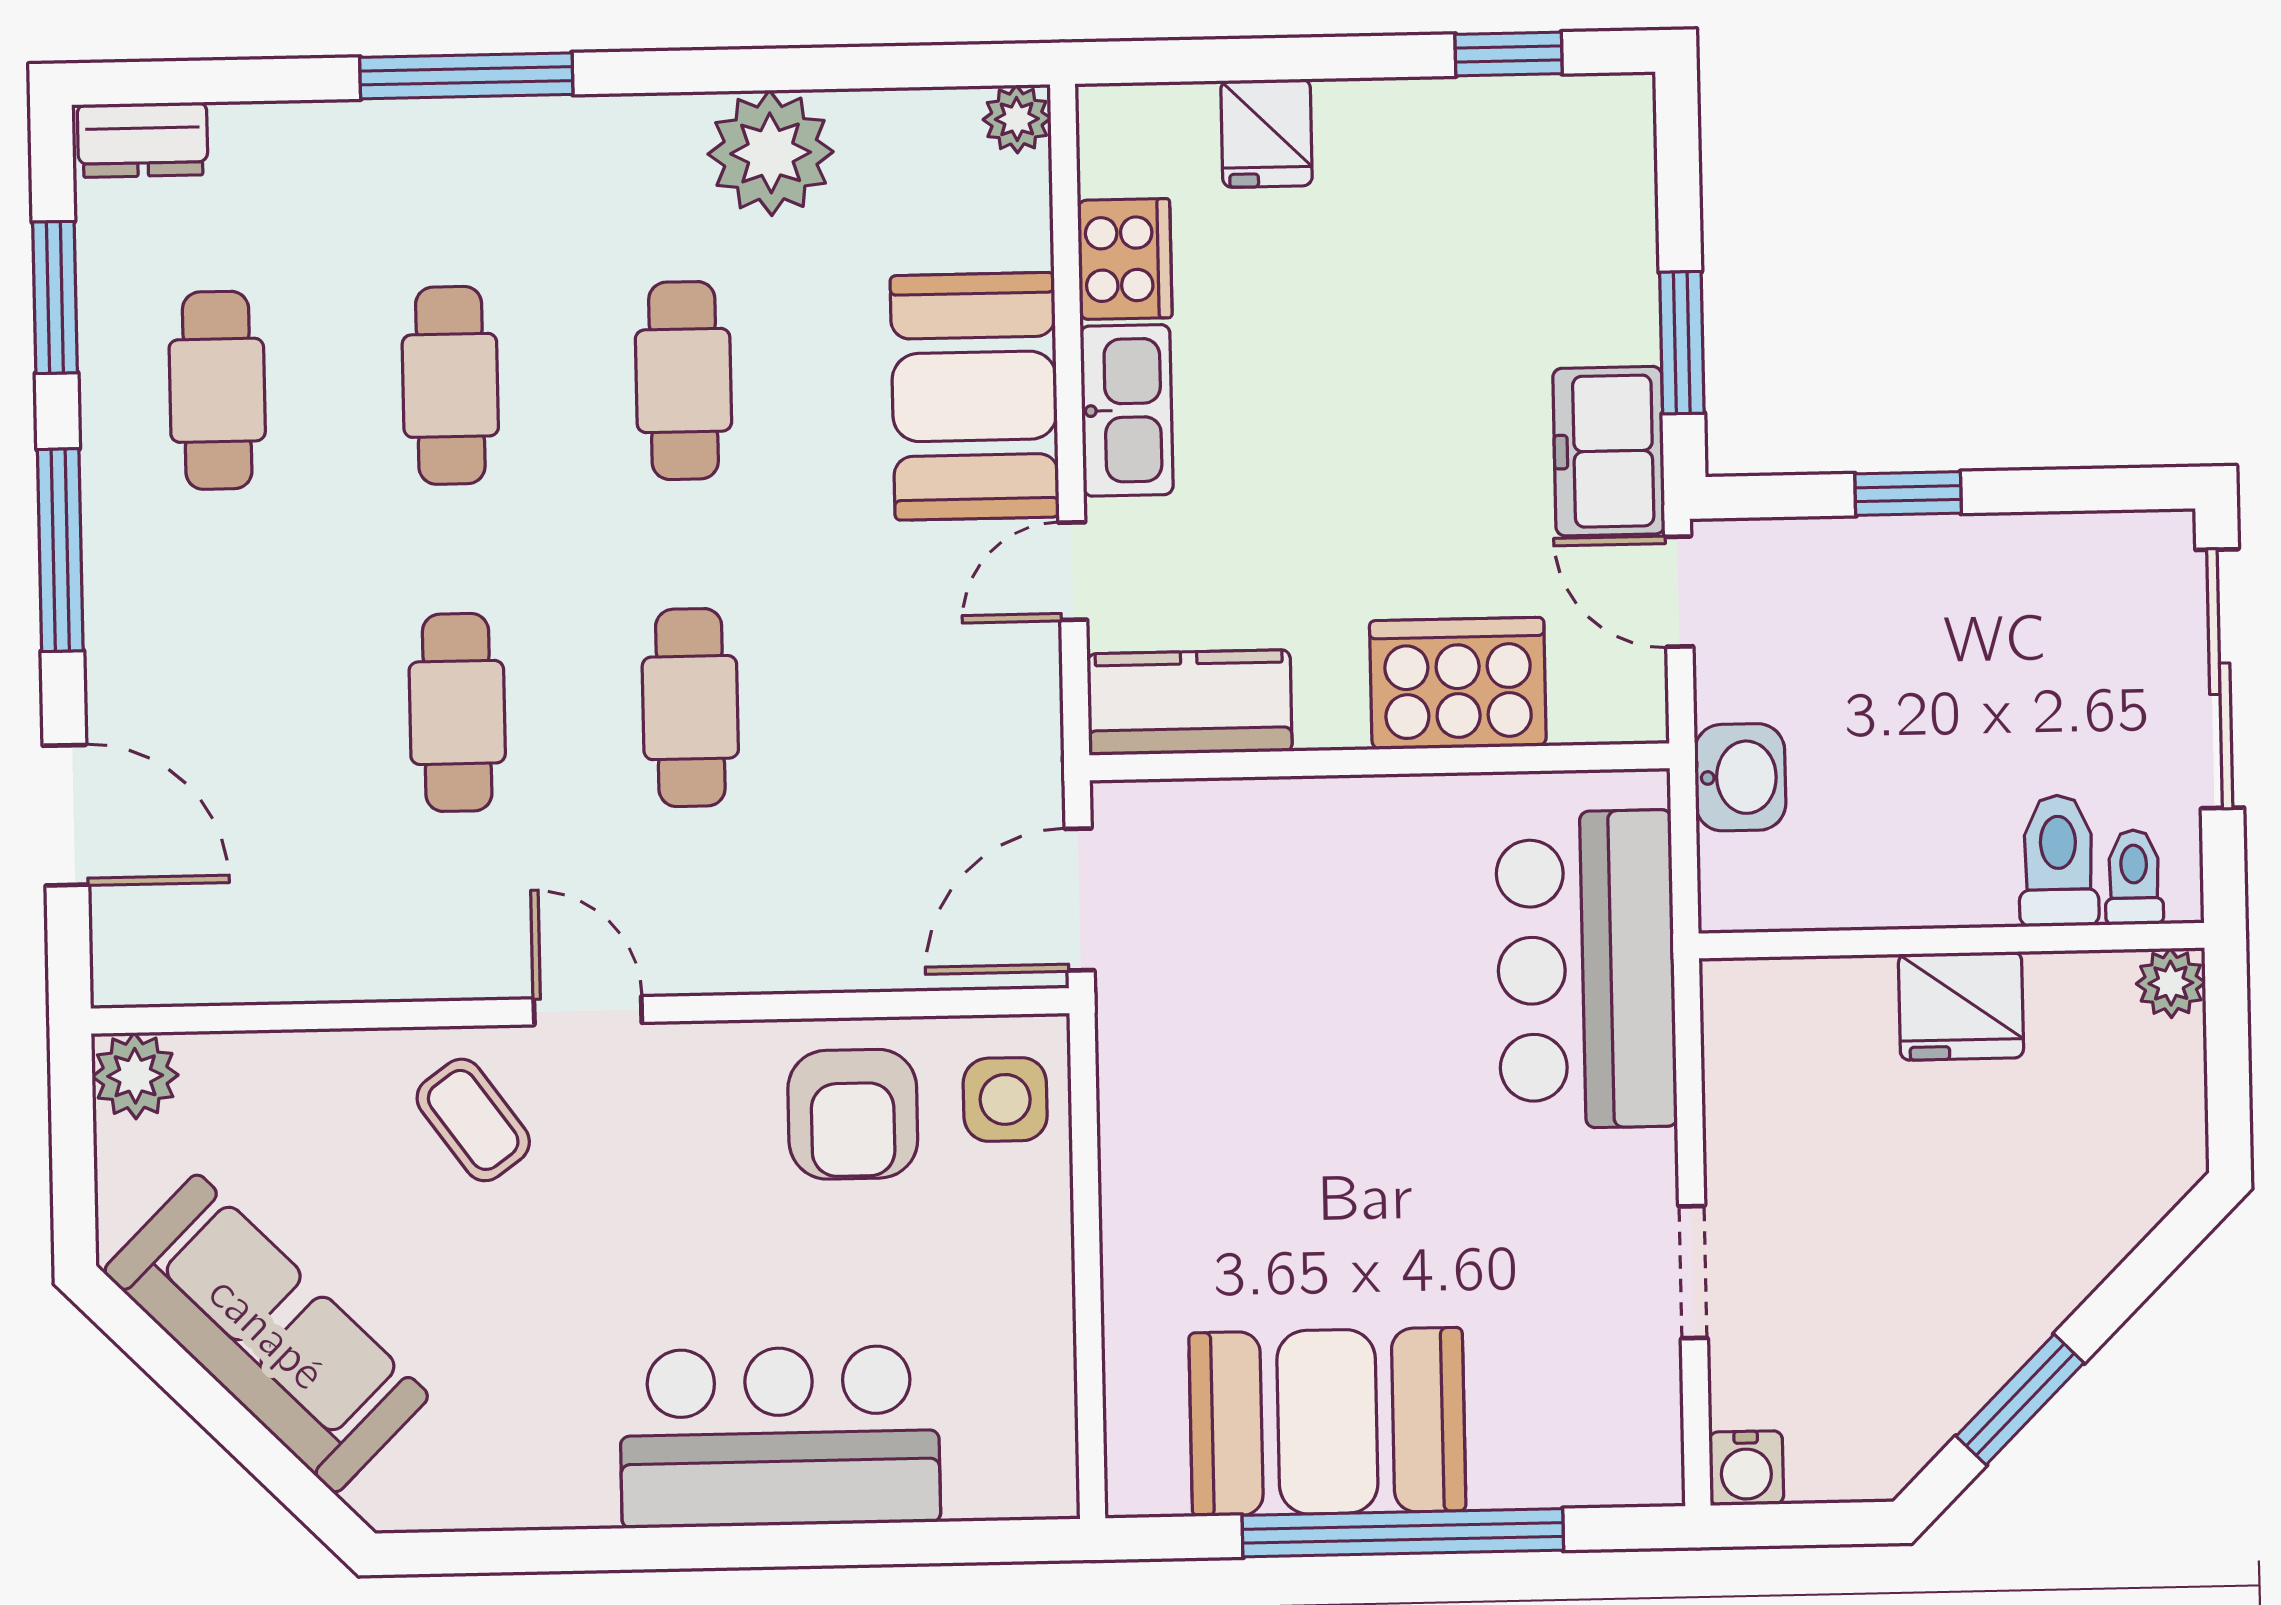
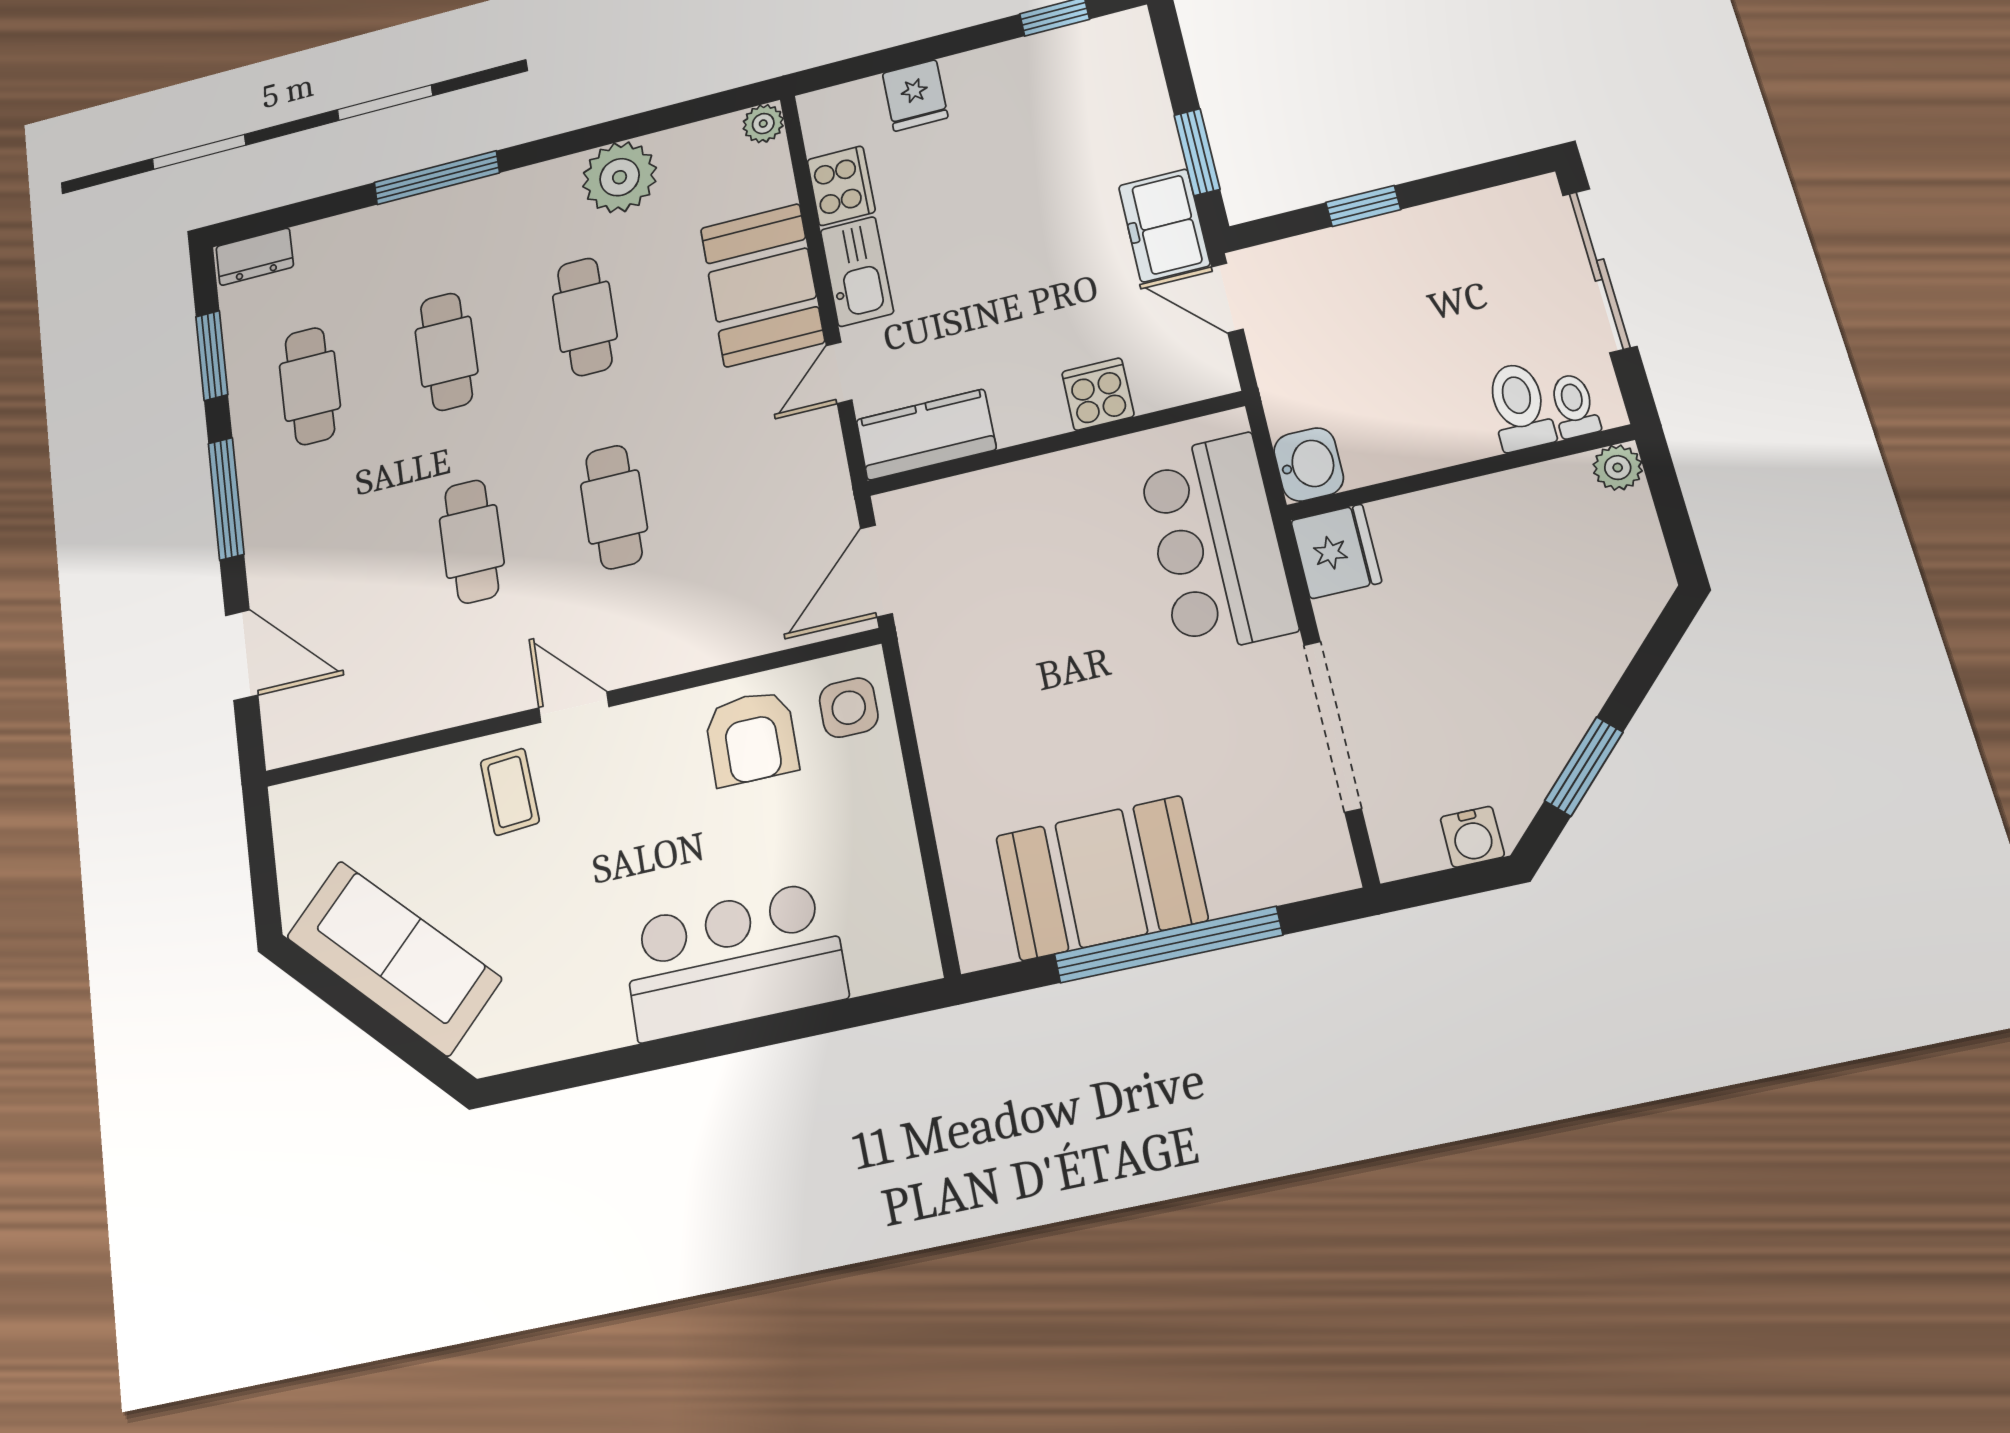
cooker: (1458, 683) -> (1098, 394), width x0.53, depth x0.76
washbasin: (1740, 777) -> (1309, 464), moved
fridge: (1961, 1006) -> (1336, 551), moved, turned -90
plant: (135, 1076) -> (297, 807), removed
coffee table: (473, 1120) -> (510, 792), turned 32
doorway: (1693, 1272) -> (1332, 726), width x1.87
water cooler: (1746, 1468) -> (1472, 837), moved

